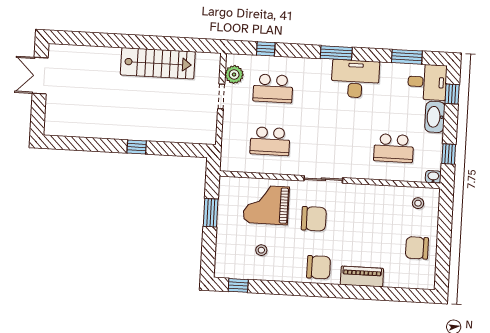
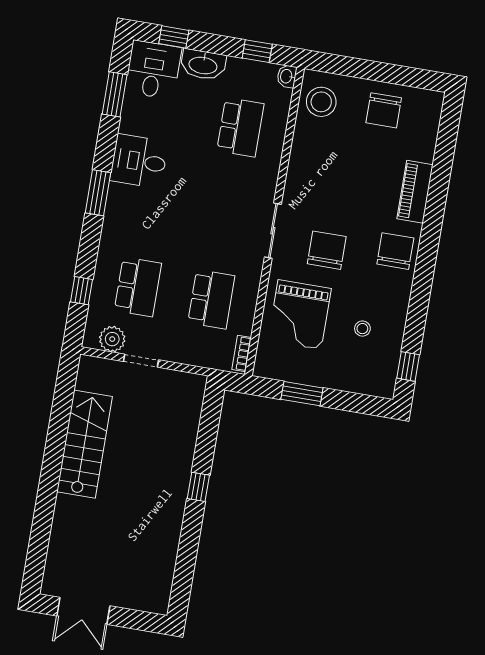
desk: (355, 79) -> (139, 161), width x0.73
bookcase: (234, 167) -> (242, 353), added
stool: (418, 203) -> (321, 102), width x1.89, depth x1.89

